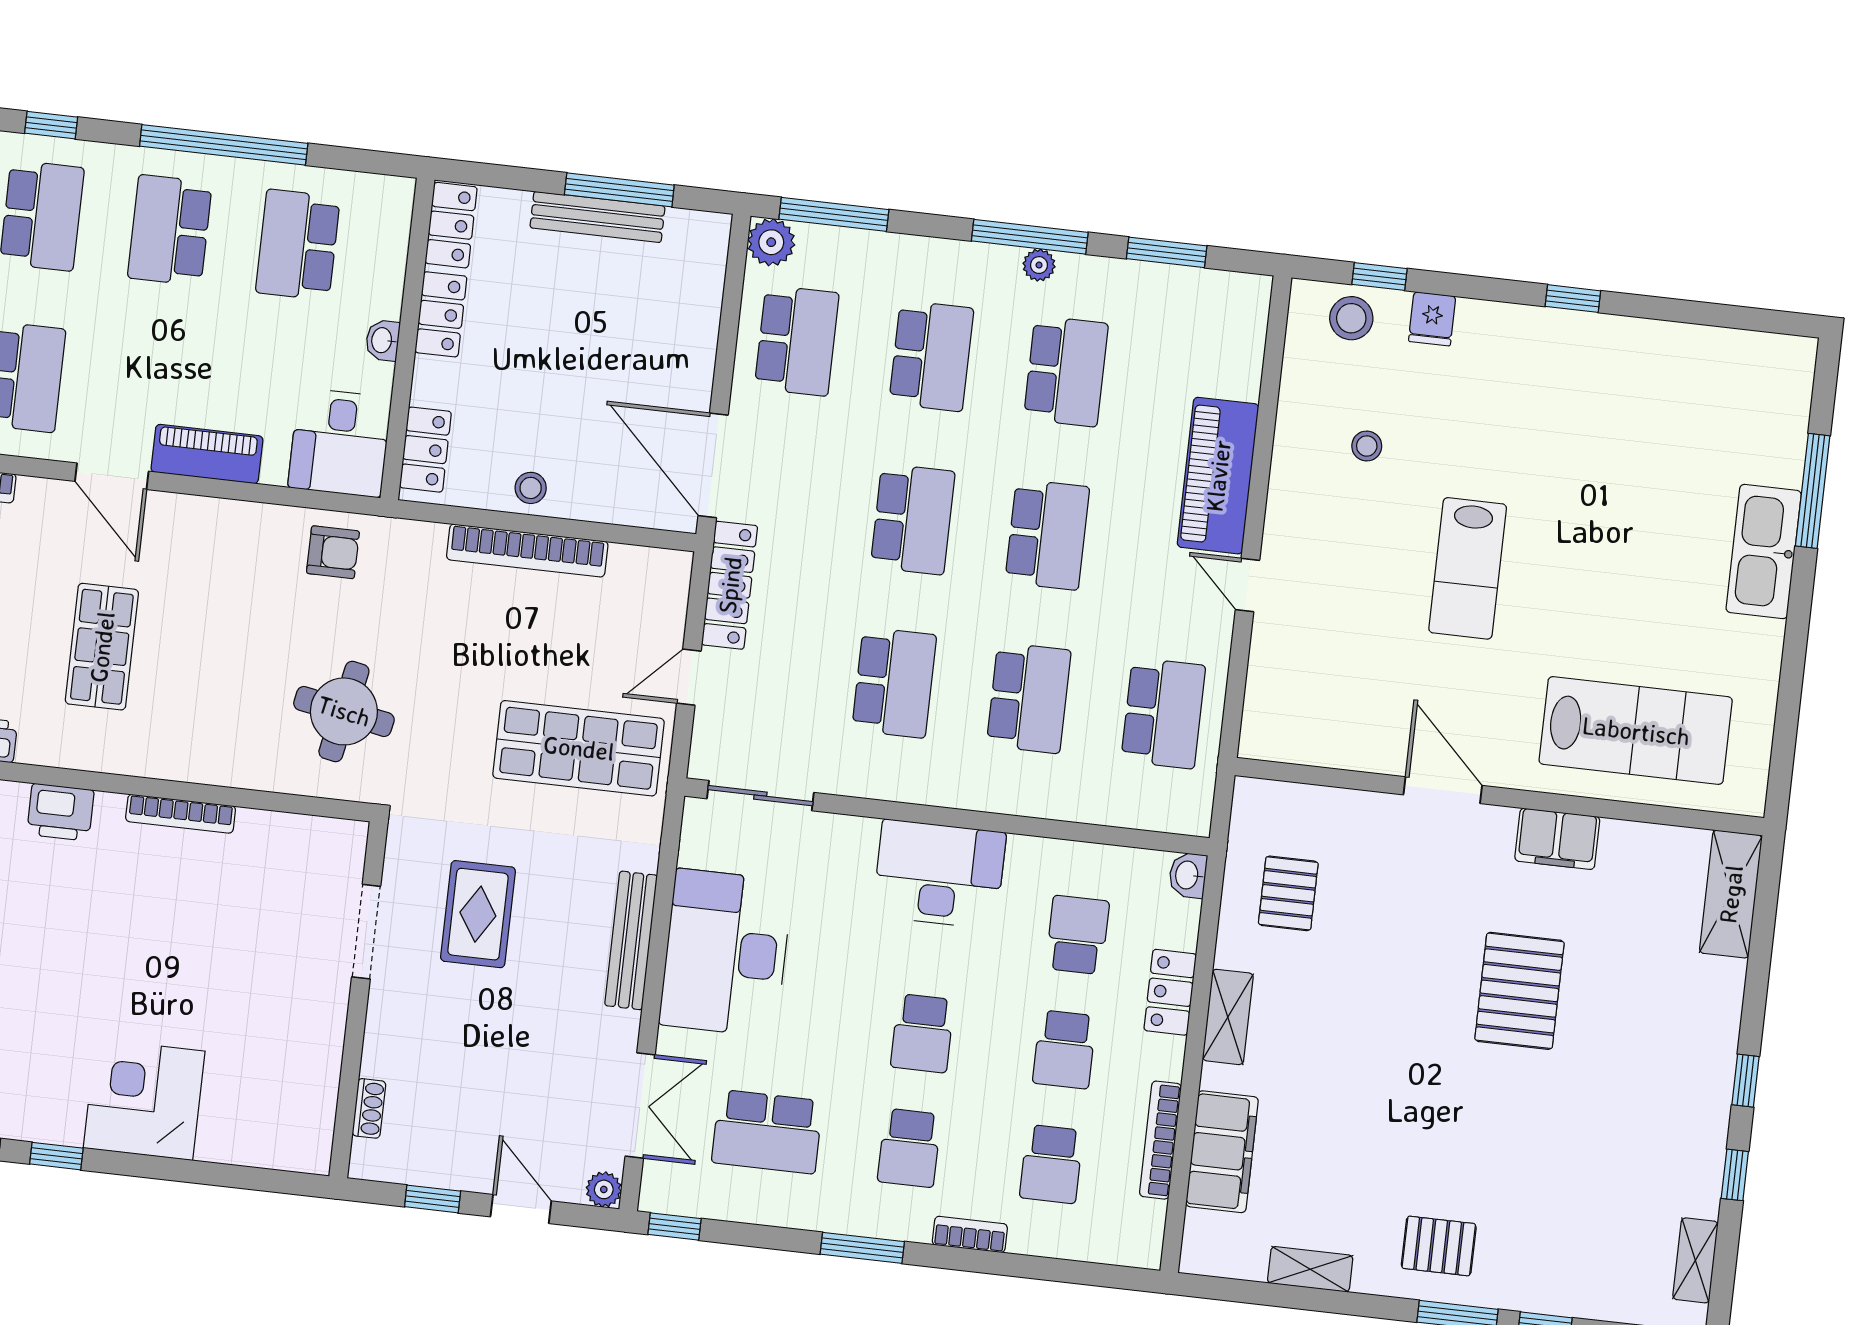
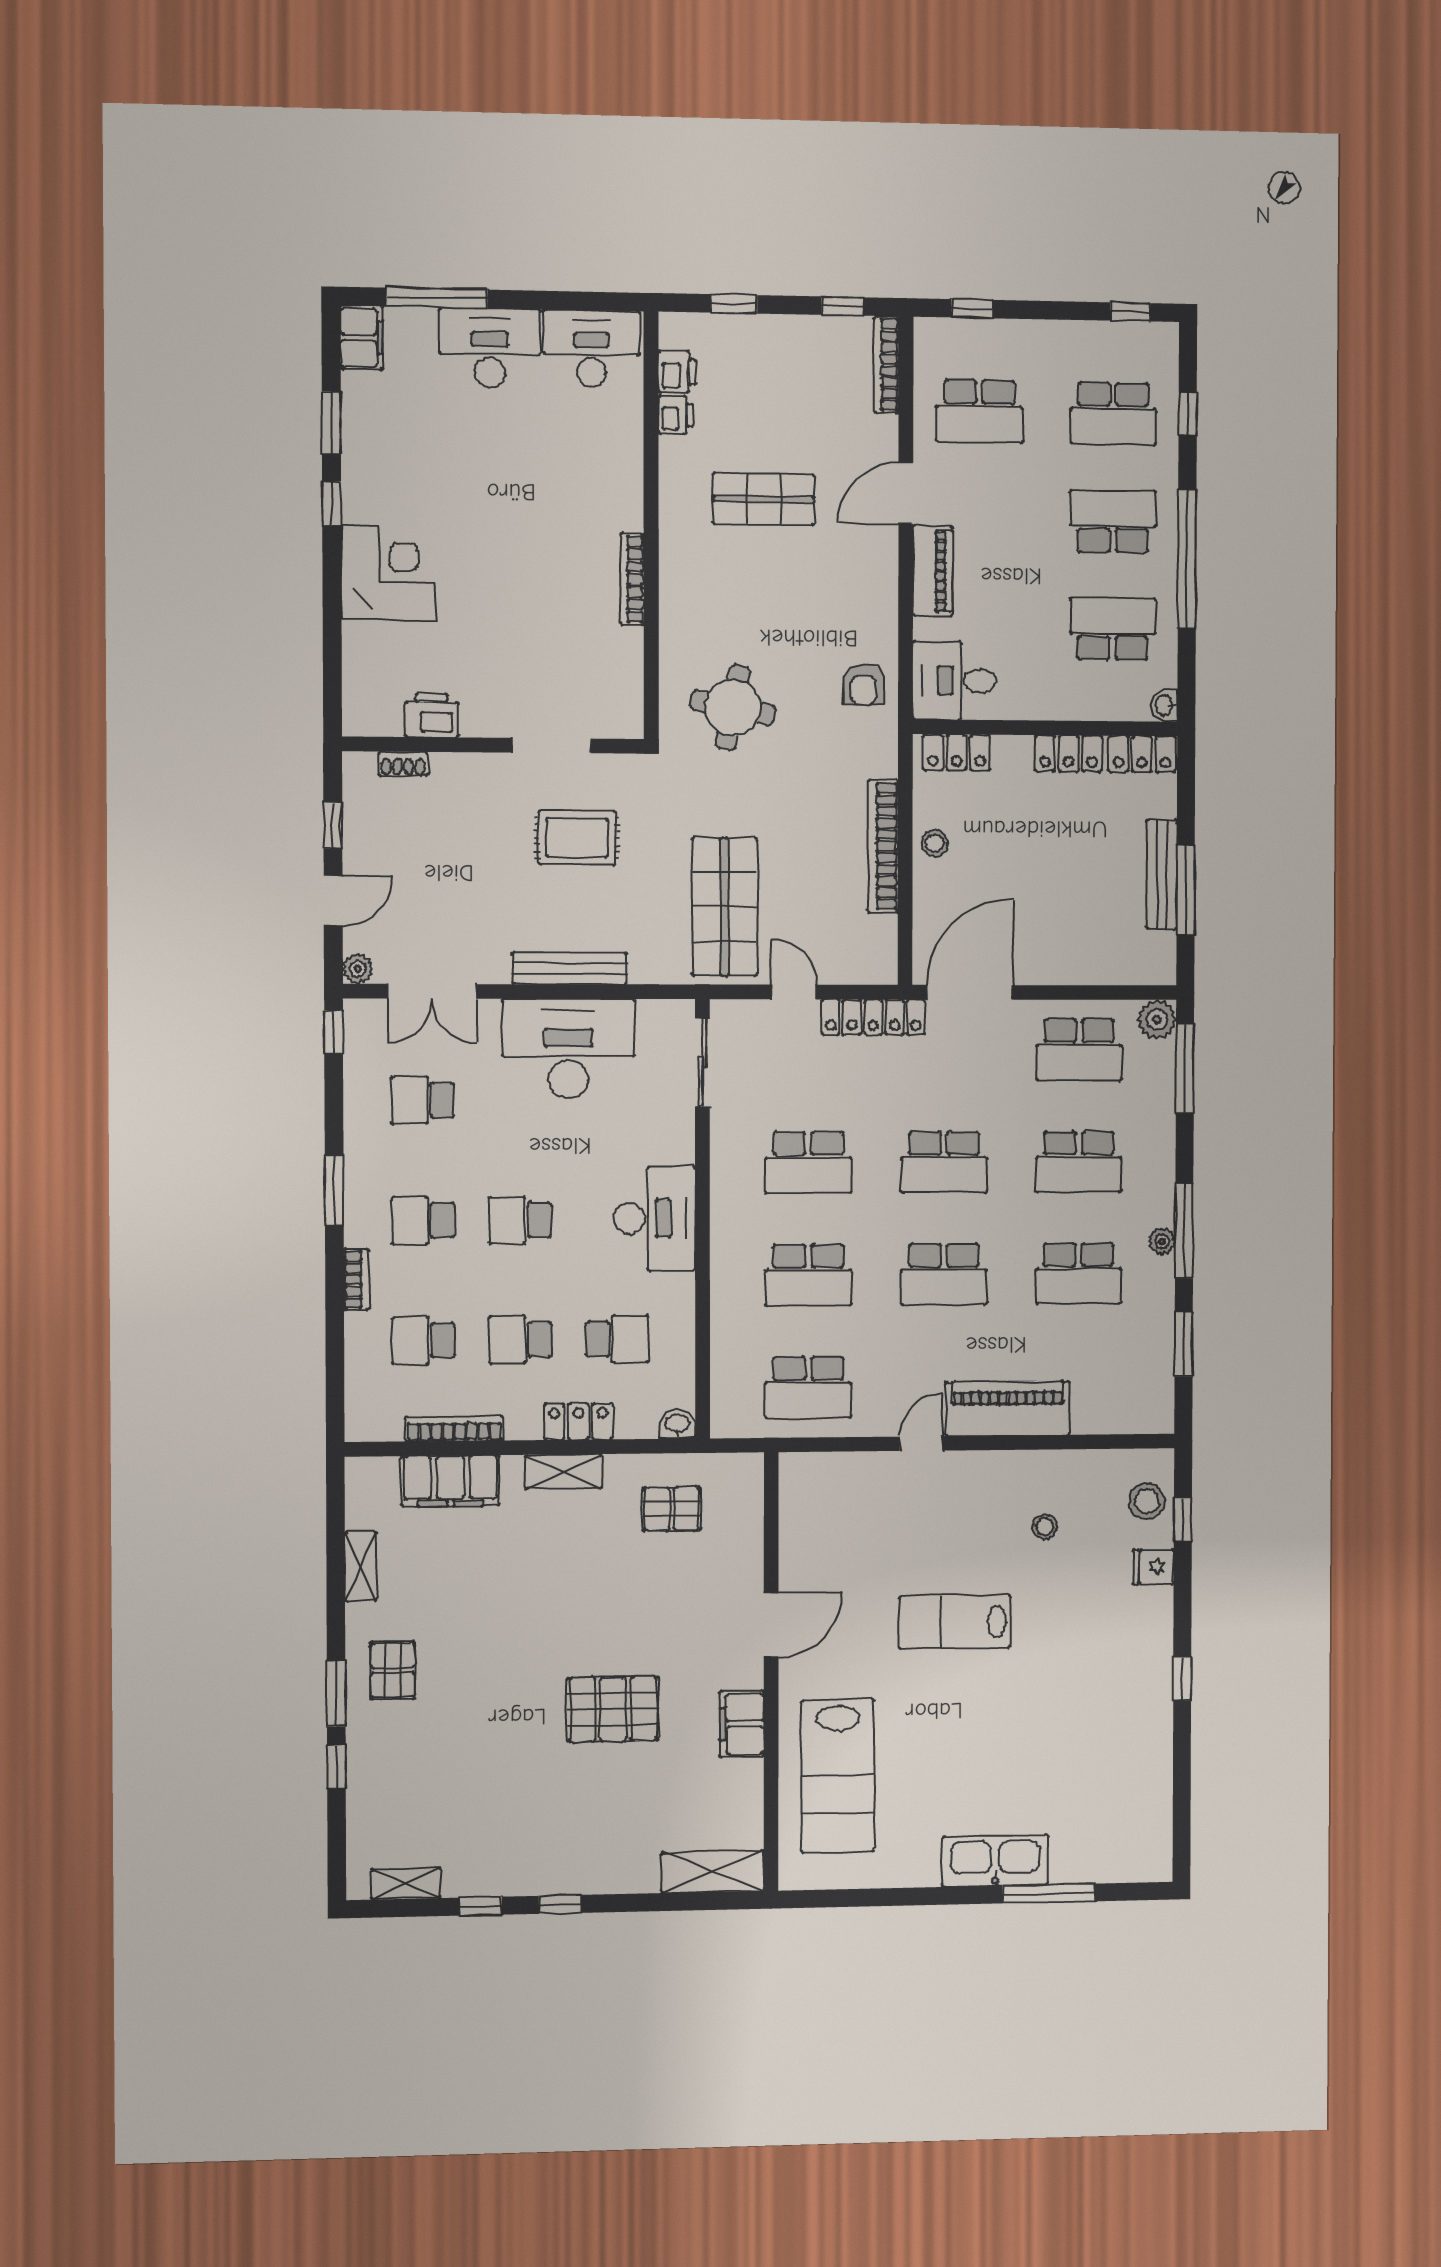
washbasin: (383, 340) -> (1165, 705), moved, turned -90
printer: (60, 812) -> (432, 715), moved, turned 90
school desk: (767, 1132) -> (423, 1100), width x0.54

